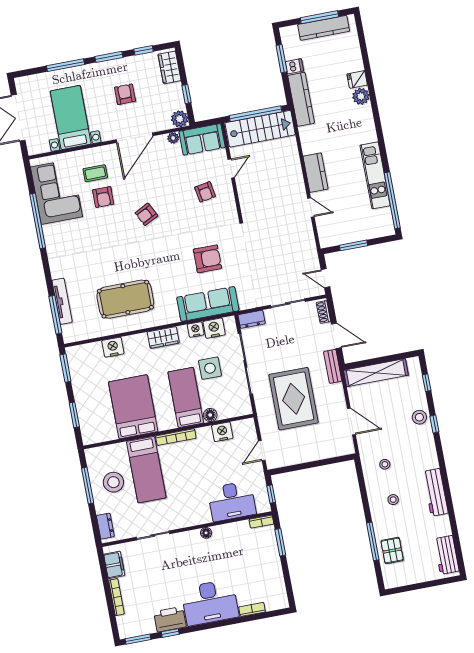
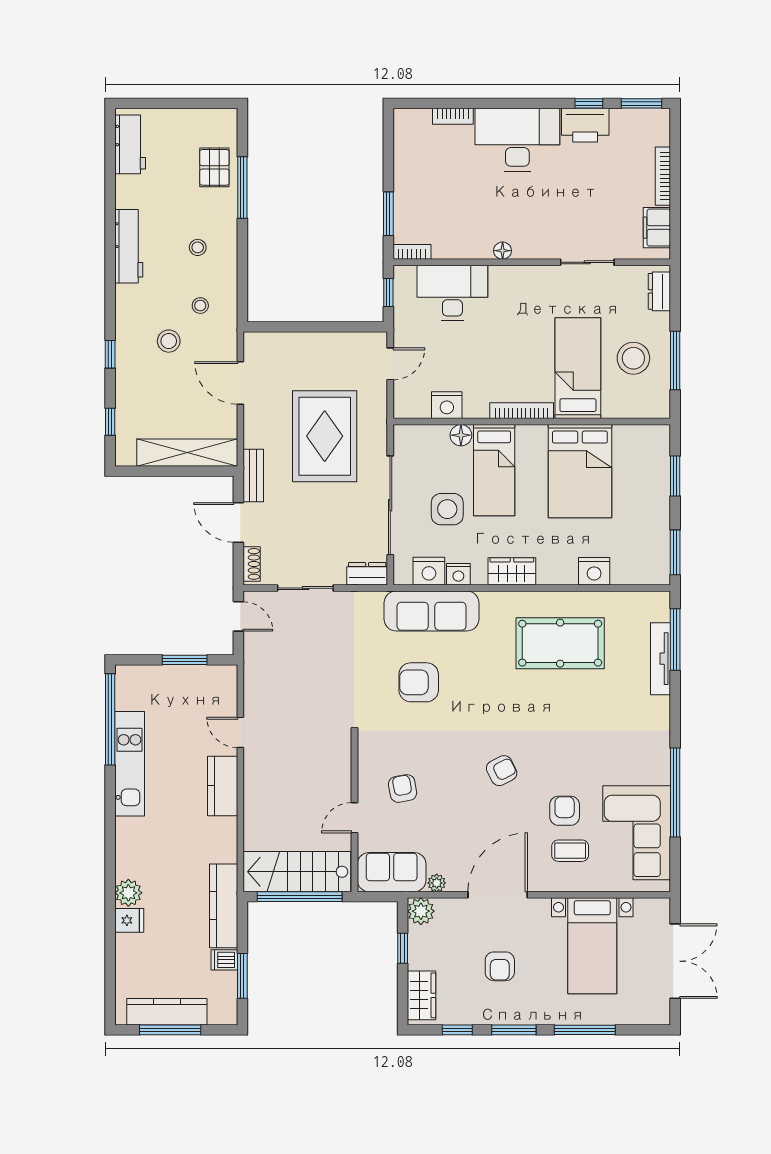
stool: (419, 417) -> (169, 341), moved

